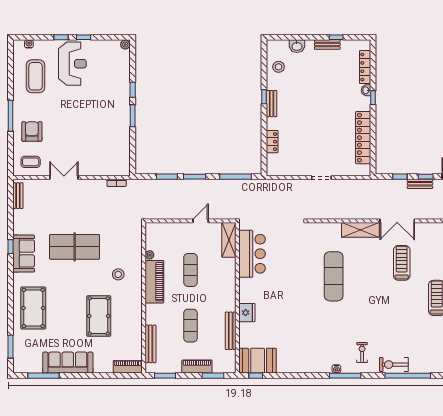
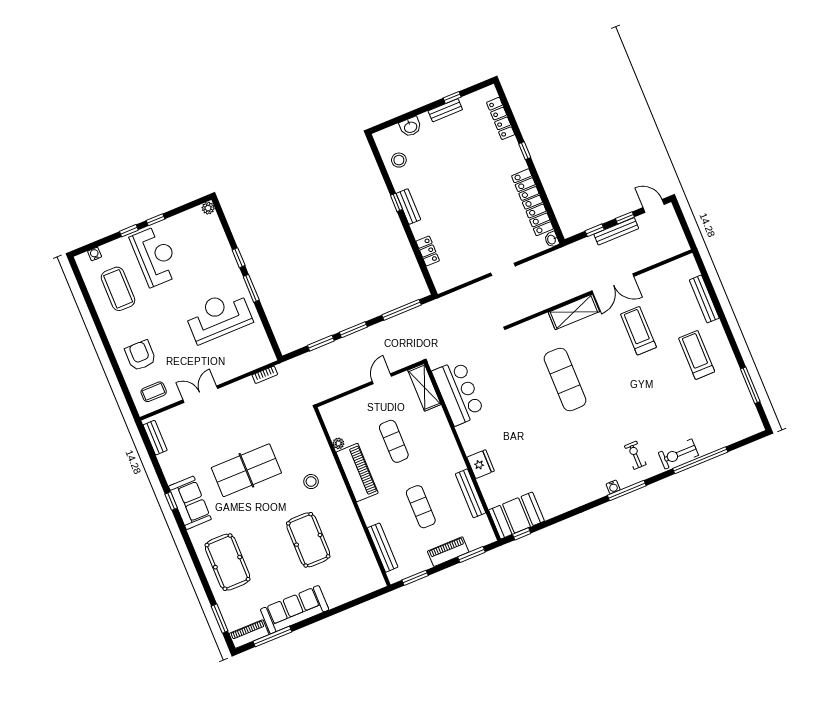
washbasin: (366, 90) -> (552, 240), moved
window: (11, 116) -> (108, 347), removed
reception desk: (100, 126) -> (219, 316), added
bench: (420, 184) -> (616, 231), width x1.36
piano: (128, 367) -> (249, 634), moved

